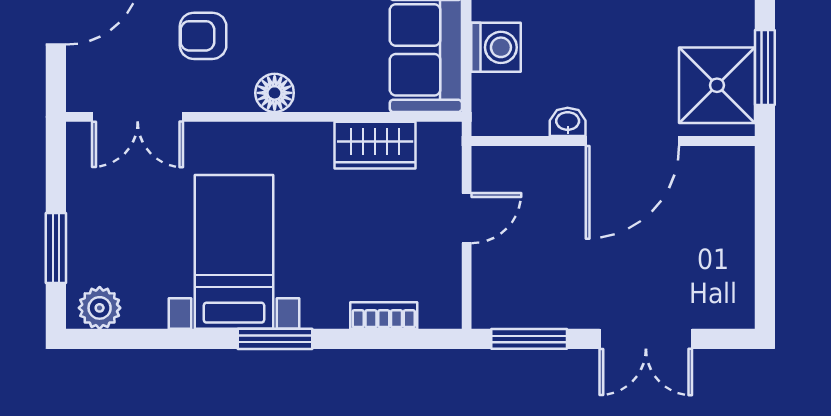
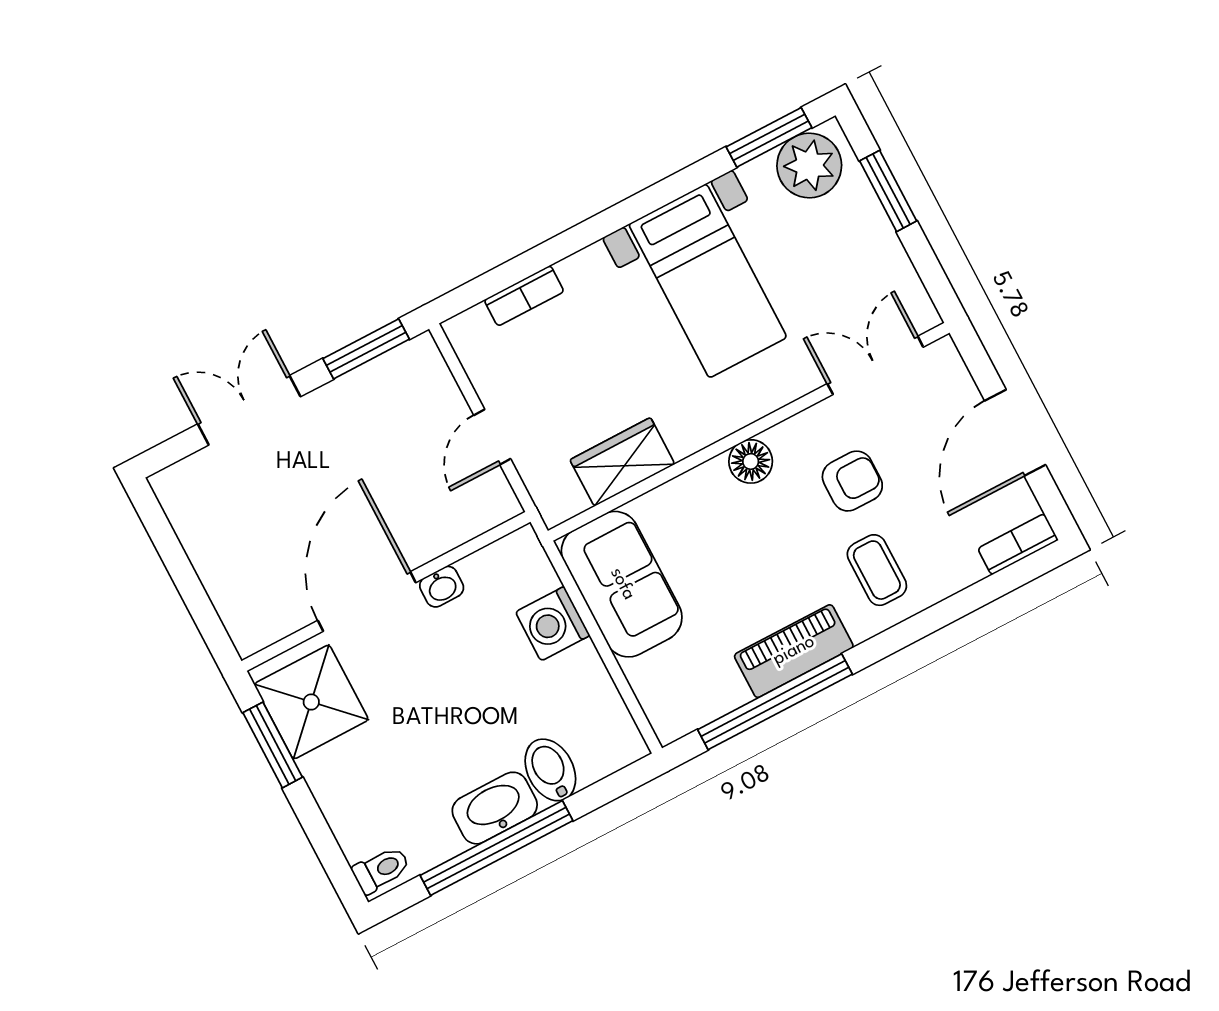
plant: (100, 308) -> (809, 166), width x1.36, depth x1.36
window: (275, 339) -> (769, 137), moved

